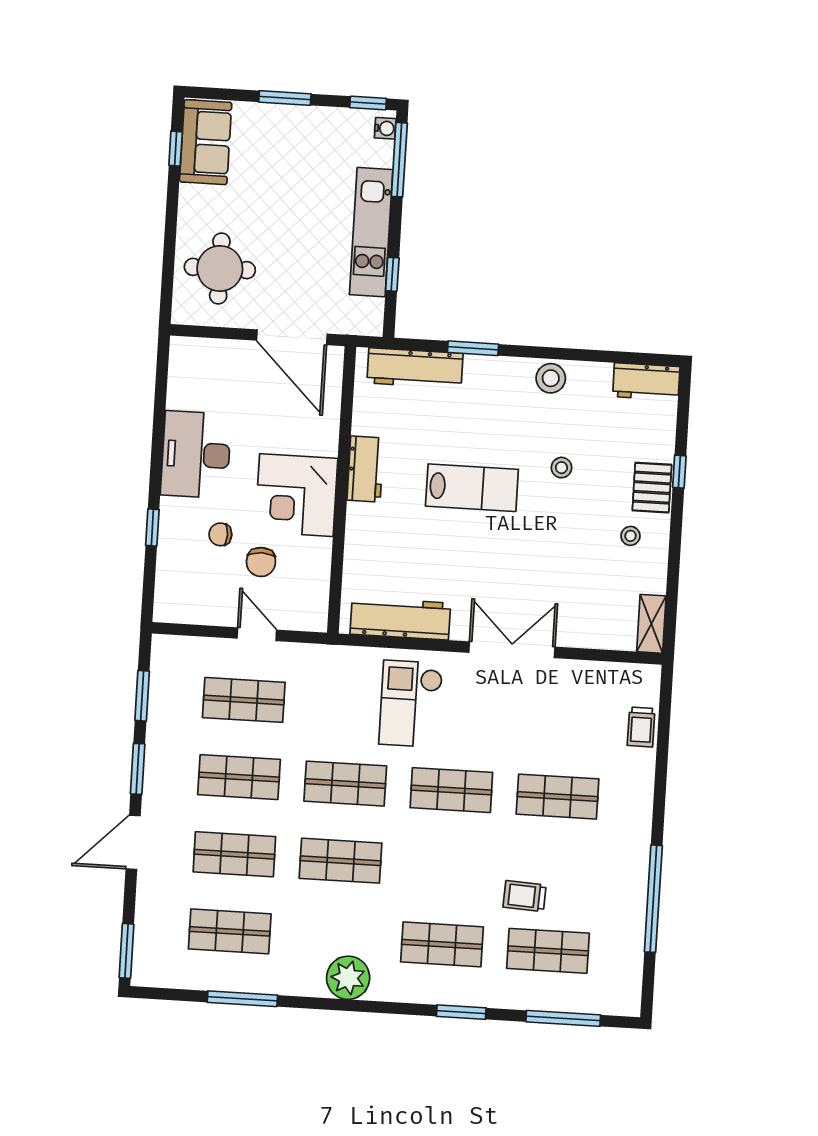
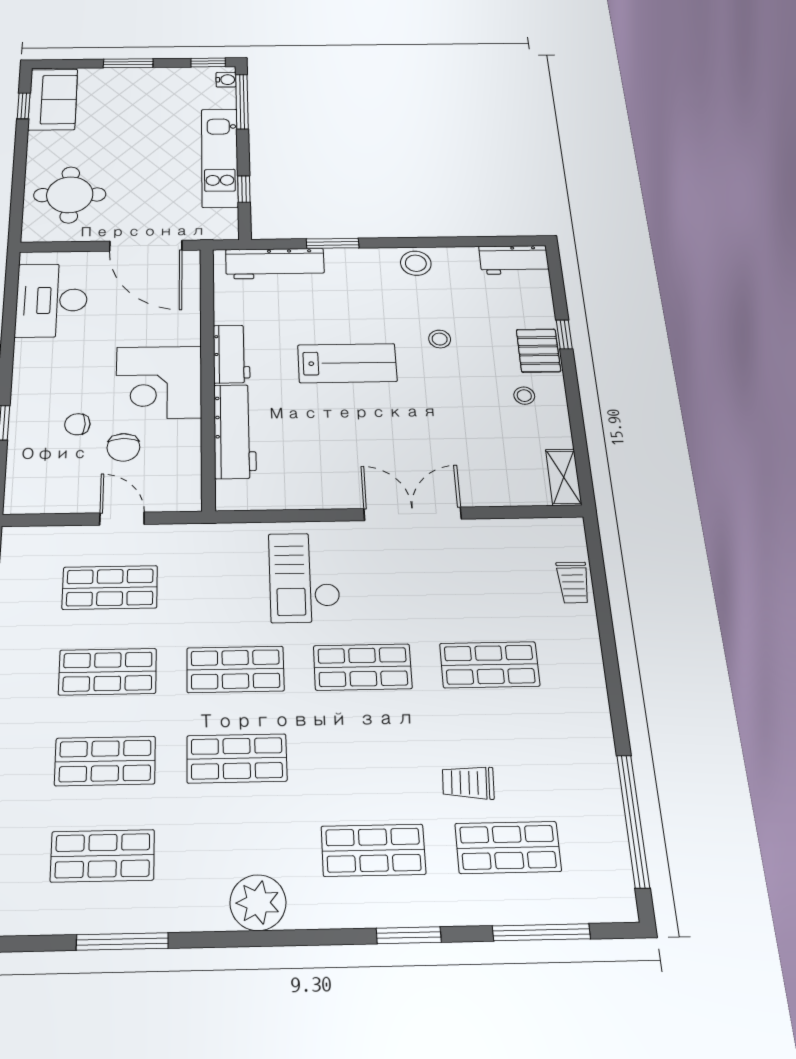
desk: (196, 455) -> (52, 300), moved
workbench: (400, 619) -> (235, 431), moved, turned 90
window: (653, 899) -> (633, 821), moved

